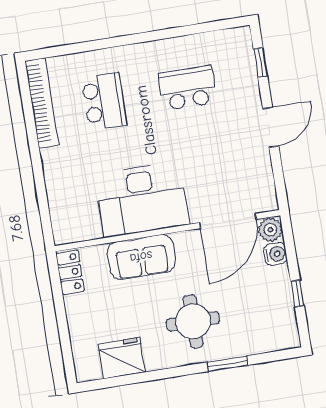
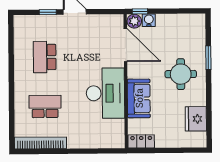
window: (260, 62) -> (48, 12), moved
window: (297, 294) -> (140, 11), moved

